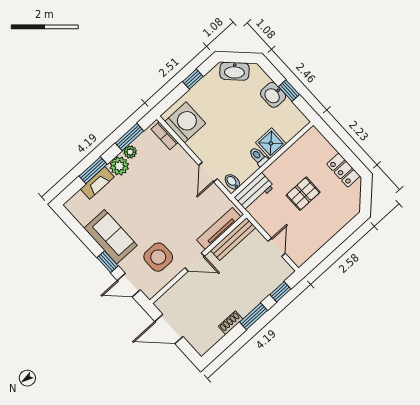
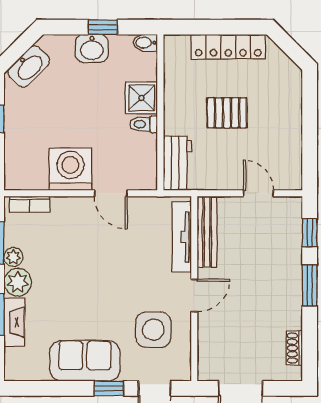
washing machine: (185, 122) -> (70, 169), moved
locker: (343, 170) -> (228, 47), width x1.53
bidet: (232, 182) -> (145, 43), moved
pallet: (303, 194) -> (227, 113), turned 90
shoe rack: (231, 323) -> (294, 348), moved

